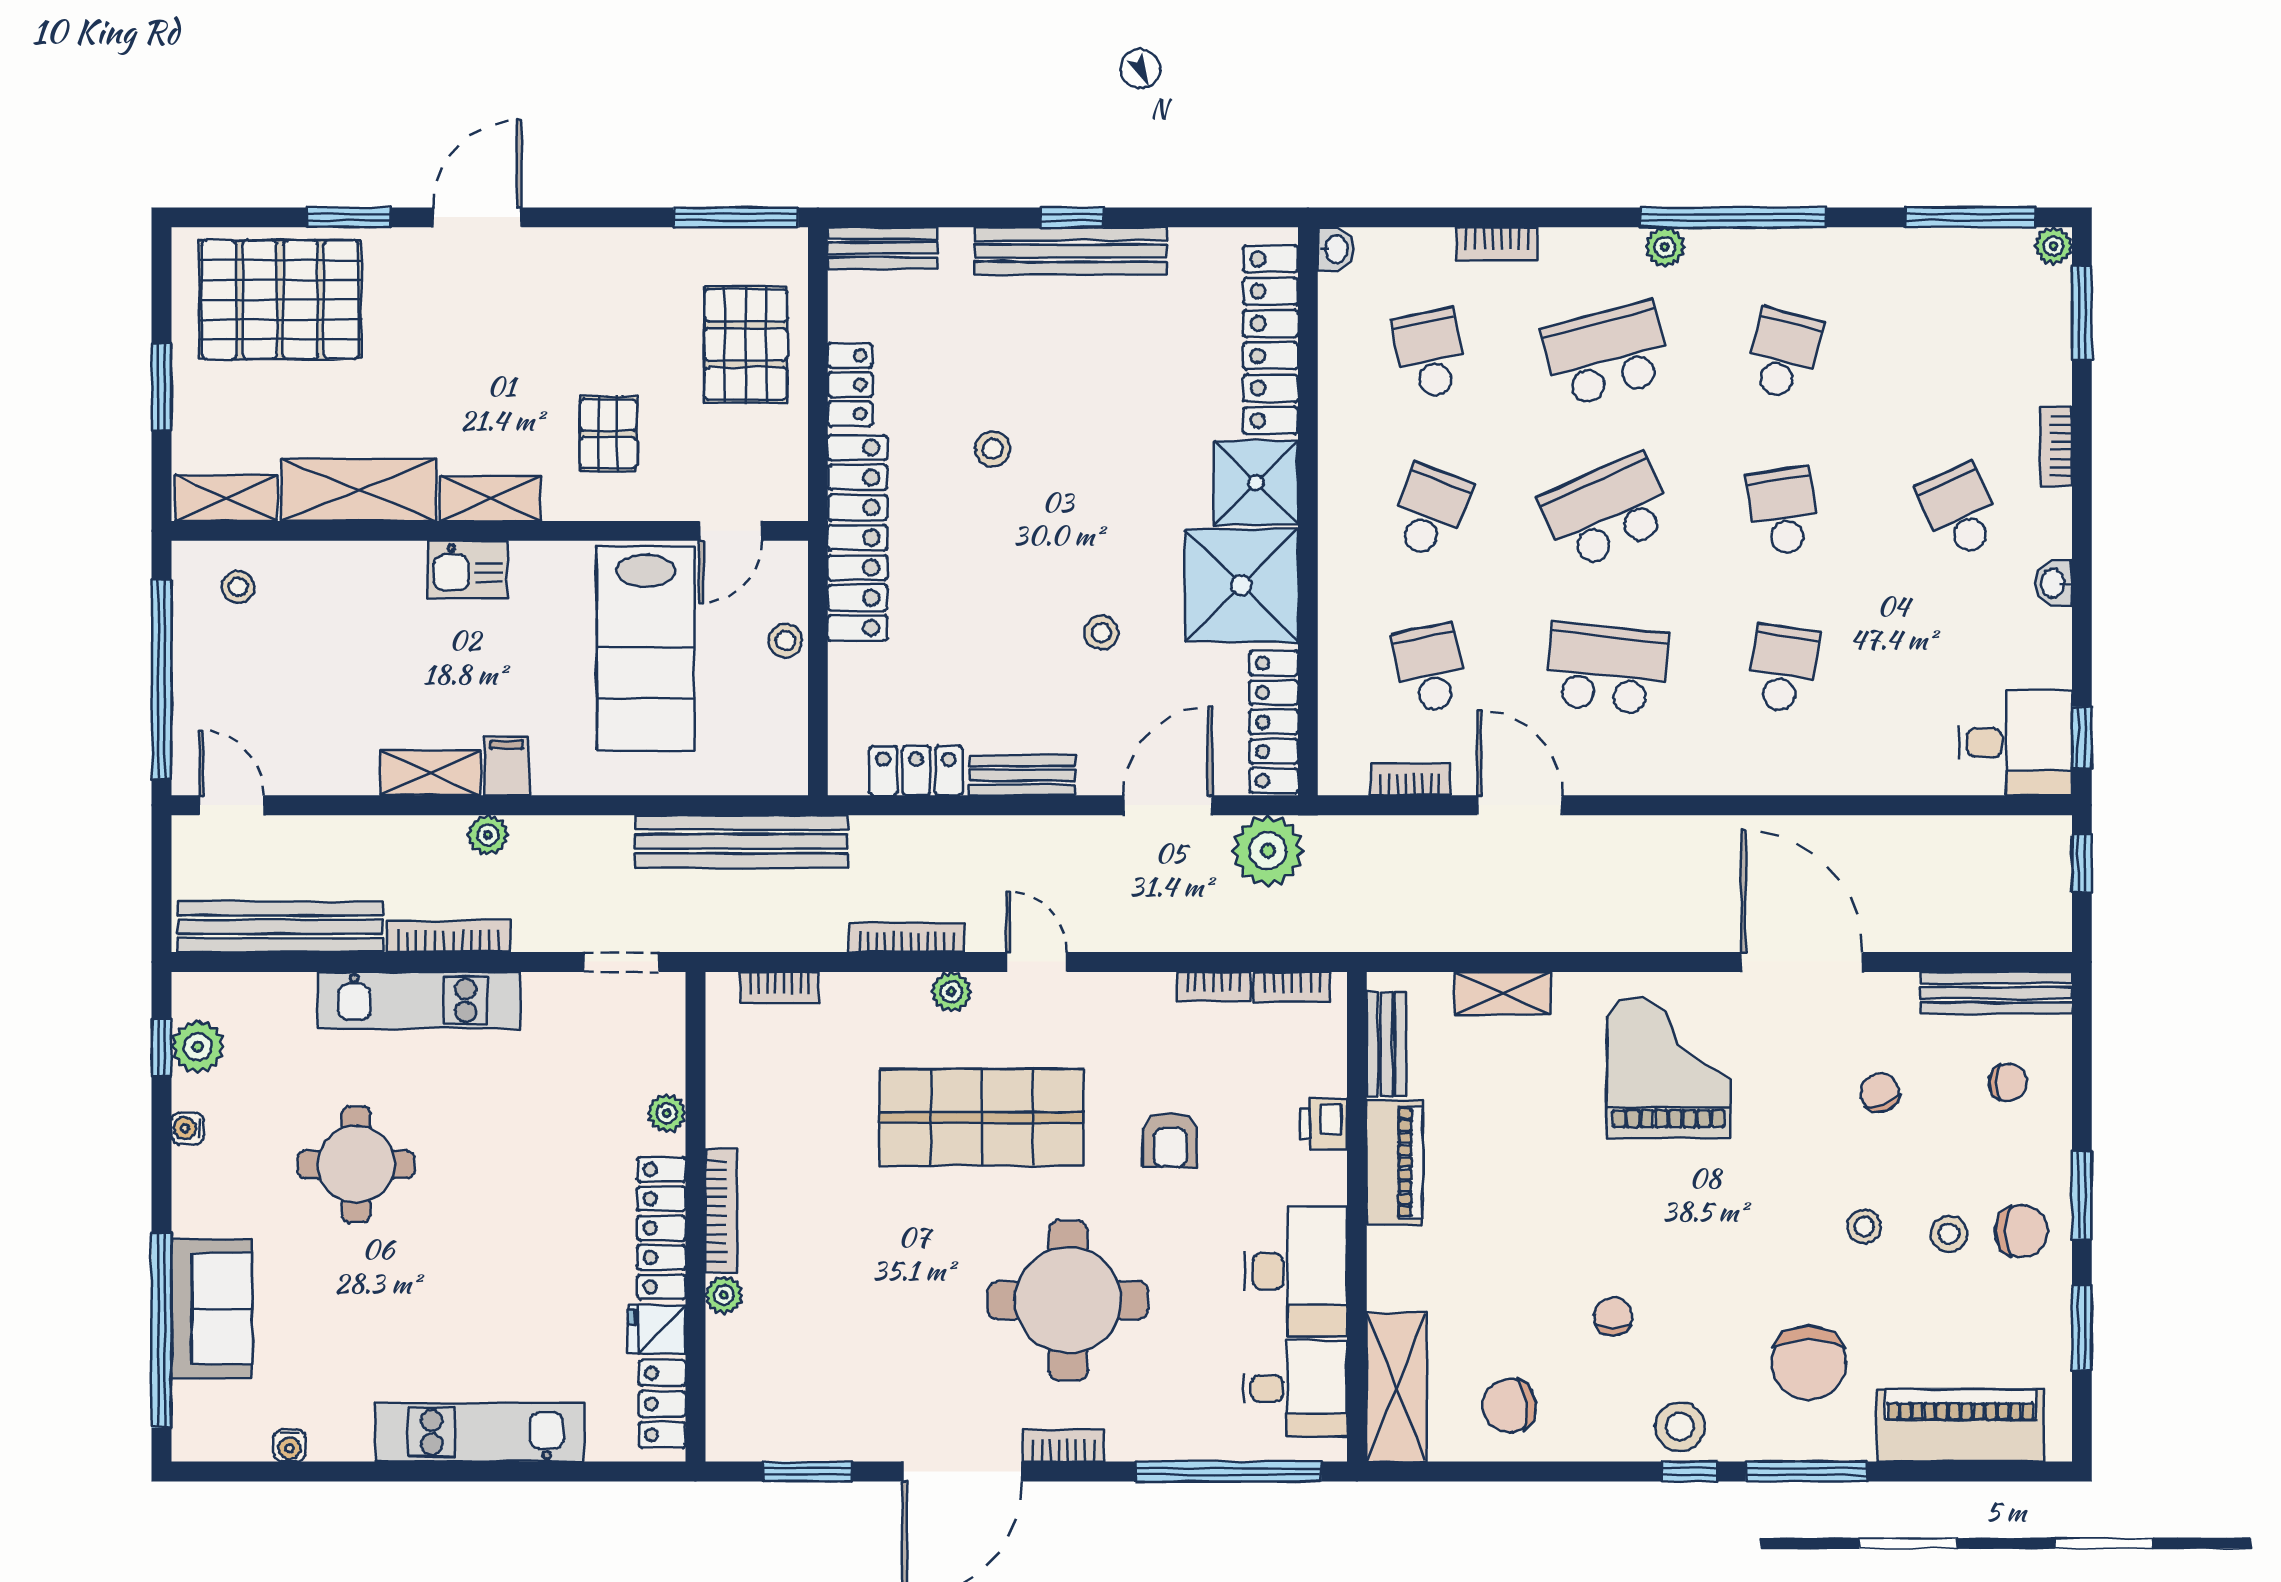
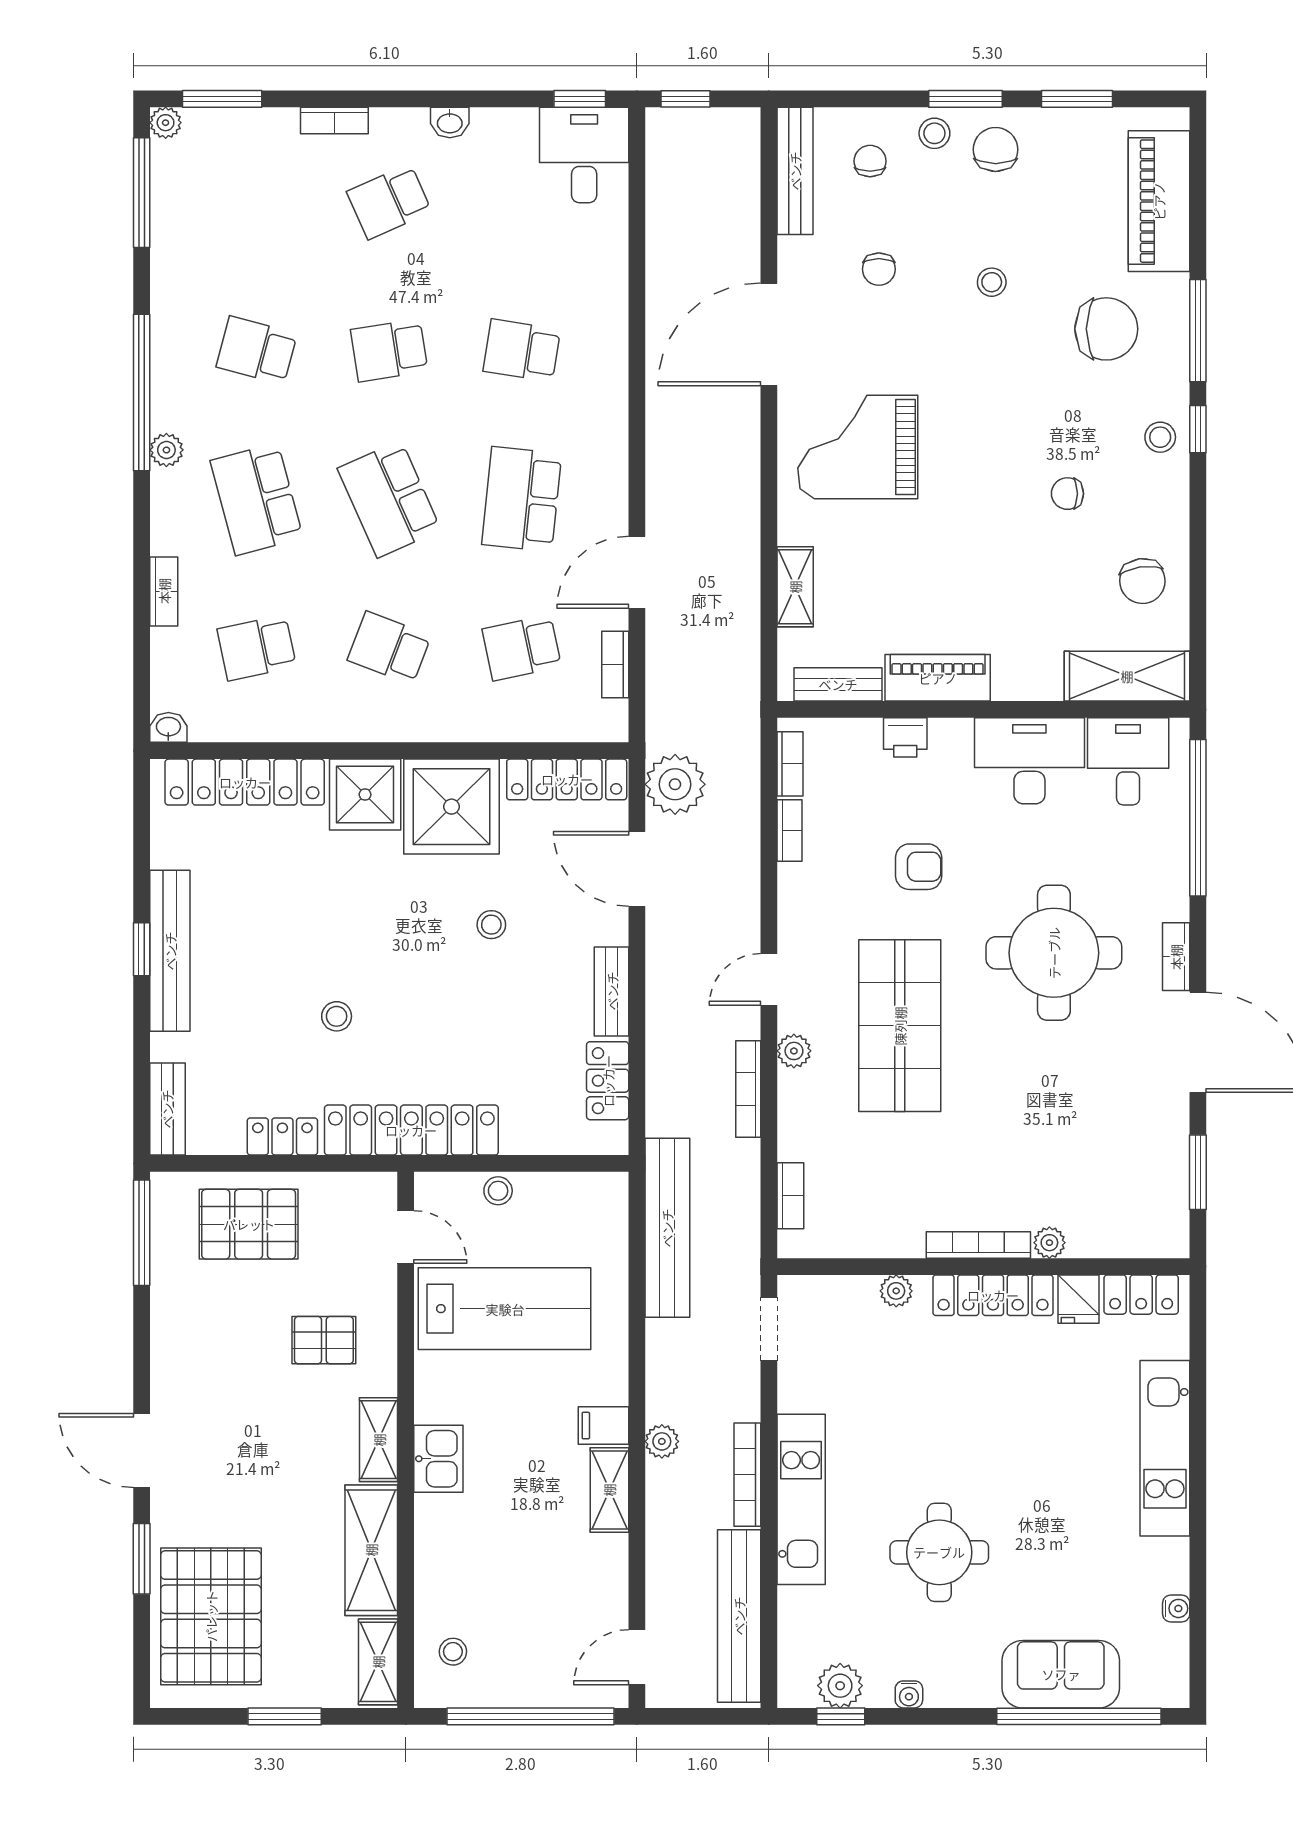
chair: (1880, 1093) -> (879, 269), turned -70
stool: (1949, 1234) -> (934, 133), moved
stool: (1680, 1427) -> (1160, 437), width x0.73, depth x0.73

